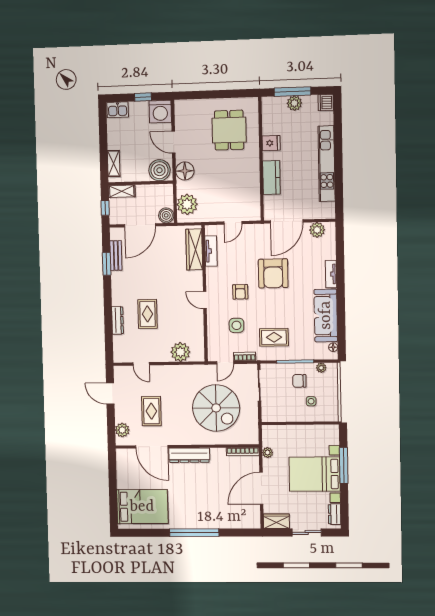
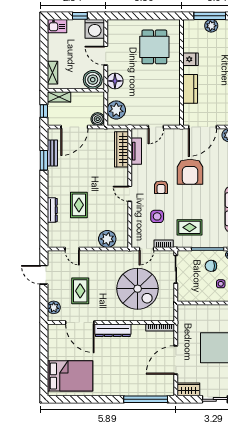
plant: (268, 453) -> (182, 329), removed
window: (194, 533) -> (146, 399), moved

